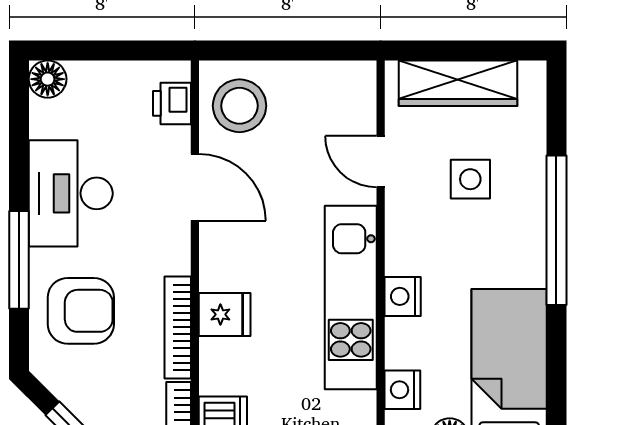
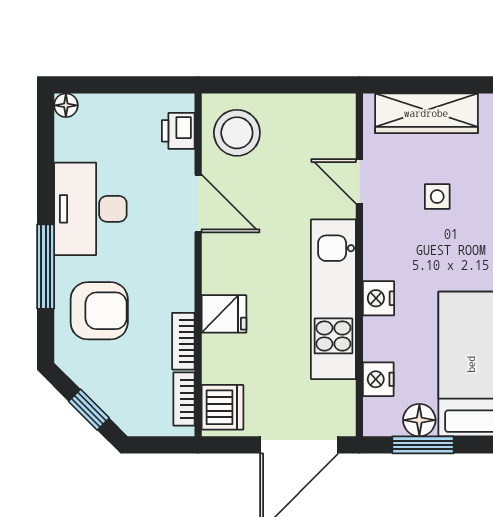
floor lamp: (48, 79) -> (66, 105), width x0.73, depth x0.73
side table: (470, 179) -> (437, 197), width x0.73, depth x0.73
bookcase: (178, 327) -> (183, 341), width x0.64

